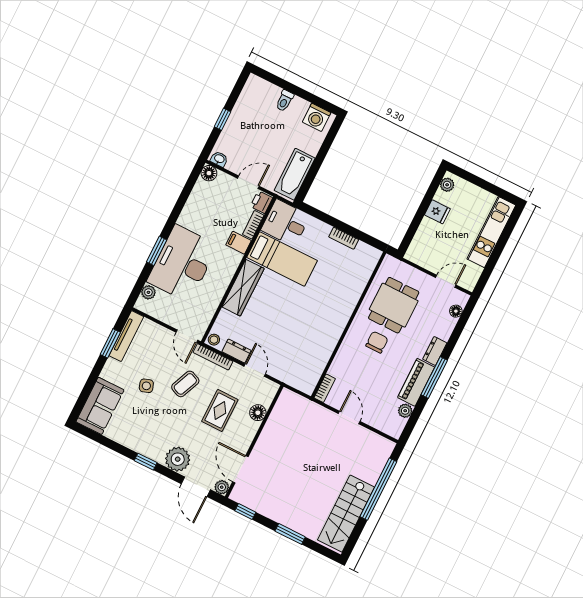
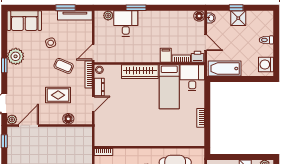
shower: (237, 123) -> (238, 18), added
desk: (182, 263) -> (126, 24), width x0.53, depth x0.77
plant: (178, 459) -> (16, 56), moved

